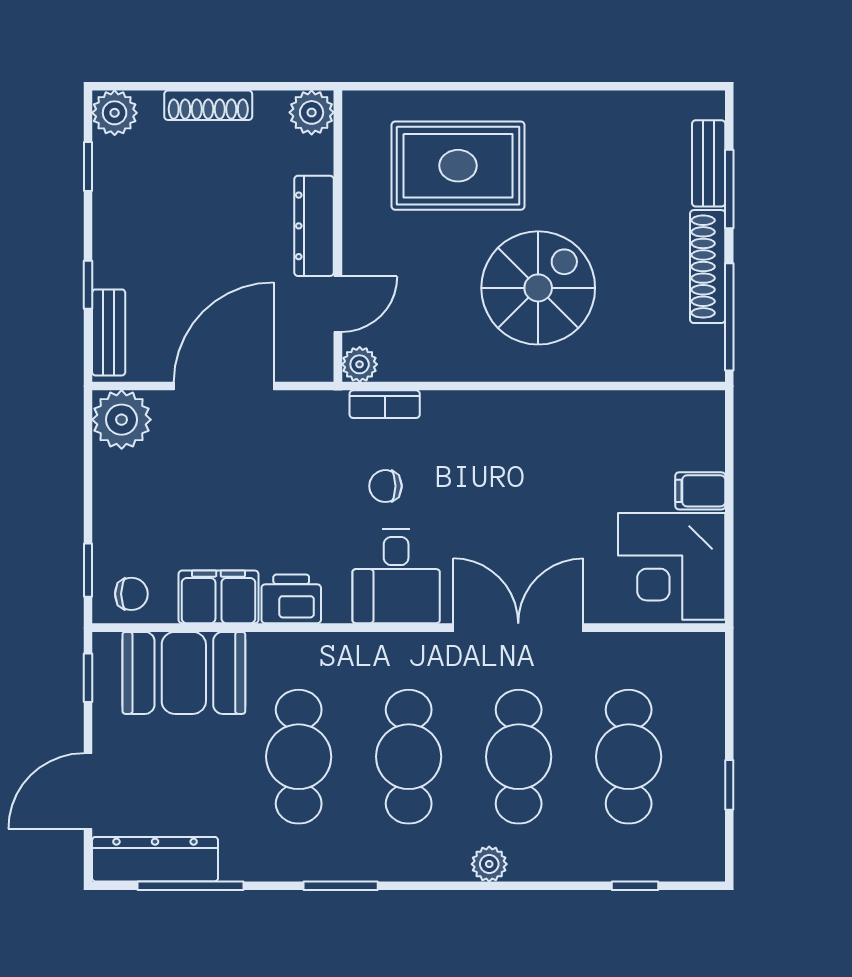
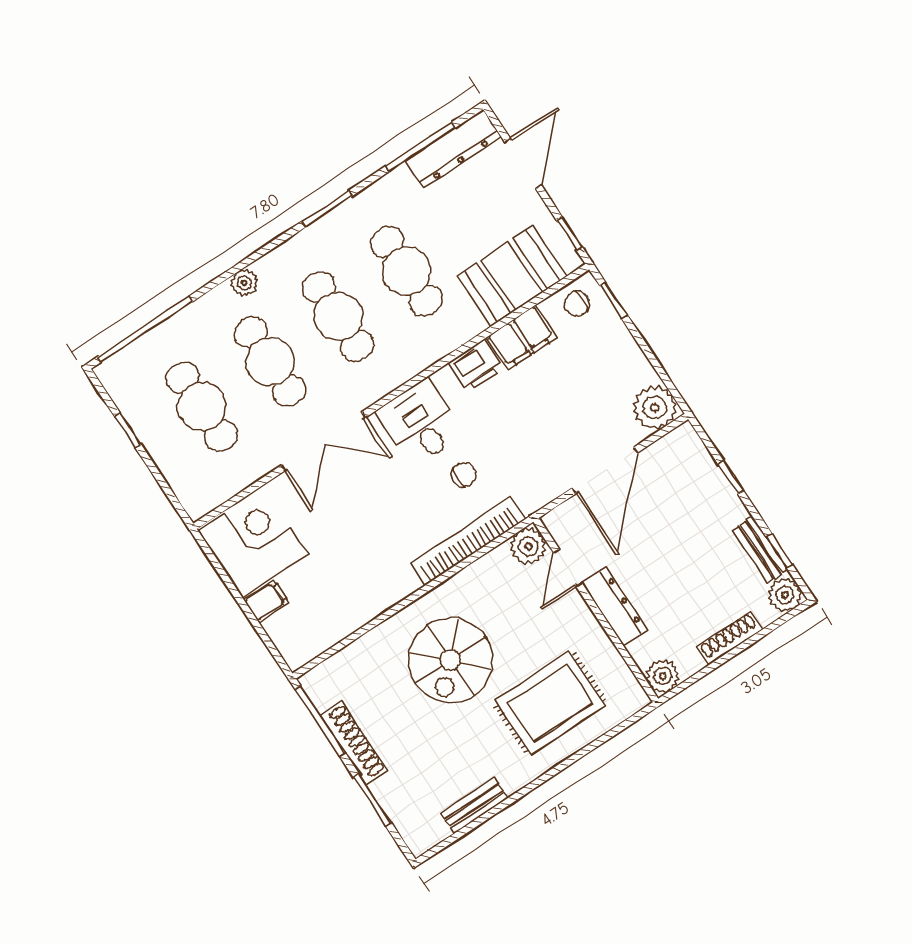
bench: (709, 163) -> (474, 806), moved, turned 90
bench: (109, 332) -> (760, 550), moved
plant: (360, 364) -> (528, 546), width x1.38, depth x1.38
bookcase: (385, 404) -> (468, 541), width x2.31, depth x1.31
window: (635, 886) -> (145, 329), width x3.17

